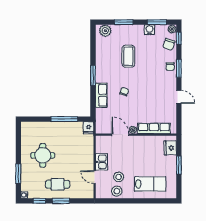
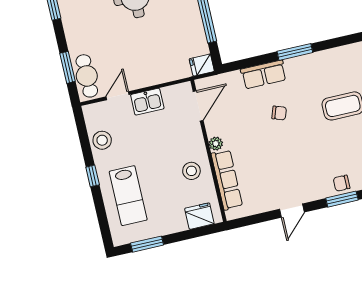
door: (120, 135) -> (198, 106), moved
window: (179, 165) -> (147, 244), moved
stool: (119, 177) -> (191, 171), moved
cafe table: (58, 184) -> (87, 76), moved
window: (61, 201) -> (68, 67), moved
window: (135, 201) -> (93, 176), added

